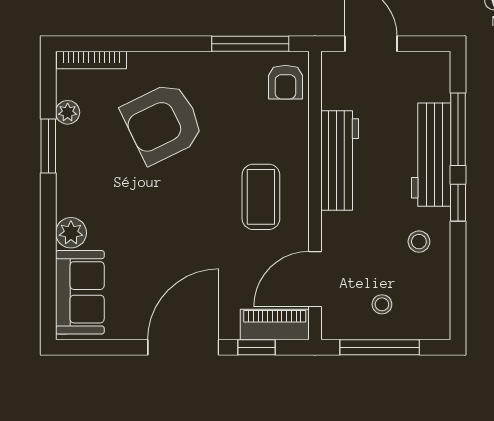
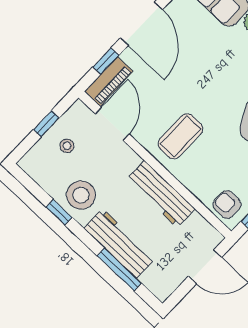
coffee table: (261, 197) -> (180, 136), turned 90
window: (458, 203) -> (59, 212), moved
stool: (419, 242) -> (81, 195), width x1.89, depth x1.89
window: (380, 347) -> (46, 124), width x0.46

